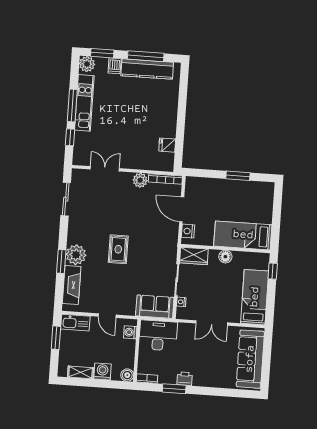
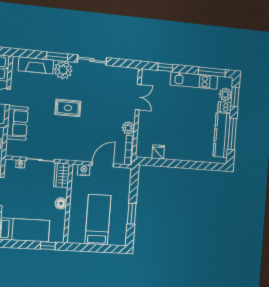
plant: (87, 64) -> (225, 94), moved
window: (72, 105) -> (212, 72), moved
sliding door: (66, 199) -> (92, 60), moved
bed: (243, 235) -> (98, 220), moved
sofa: (155, 307) -> (17, 123), moved

